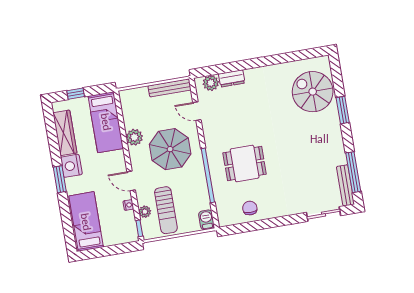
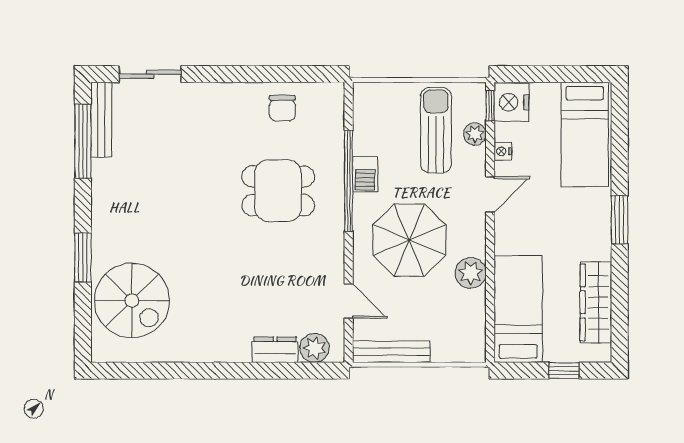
nightstand: (71, 166) -> (511, 102), moved, turned 180
door: (131, 181) -> (490, 194), hinge flipped
barbecue: (206, 220) -> (365, 174), moved

